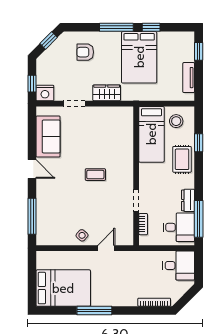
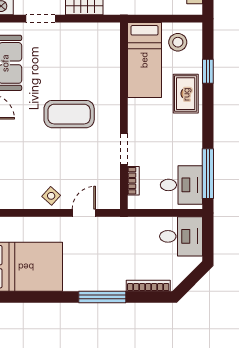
coffee table: (95, 175) -> (69, 114), width x1.86, depth x1.72
dresser: (188, 200) -> (194, 149), removed
window: (94, 311) -> (102, 297), moved

